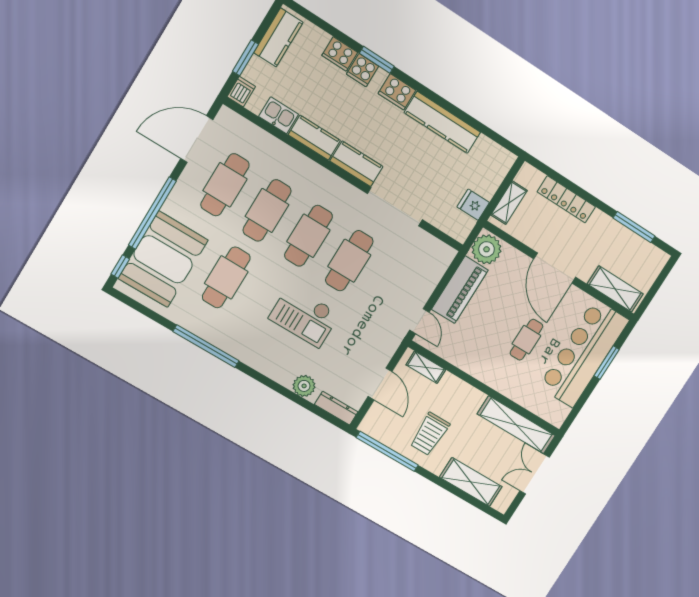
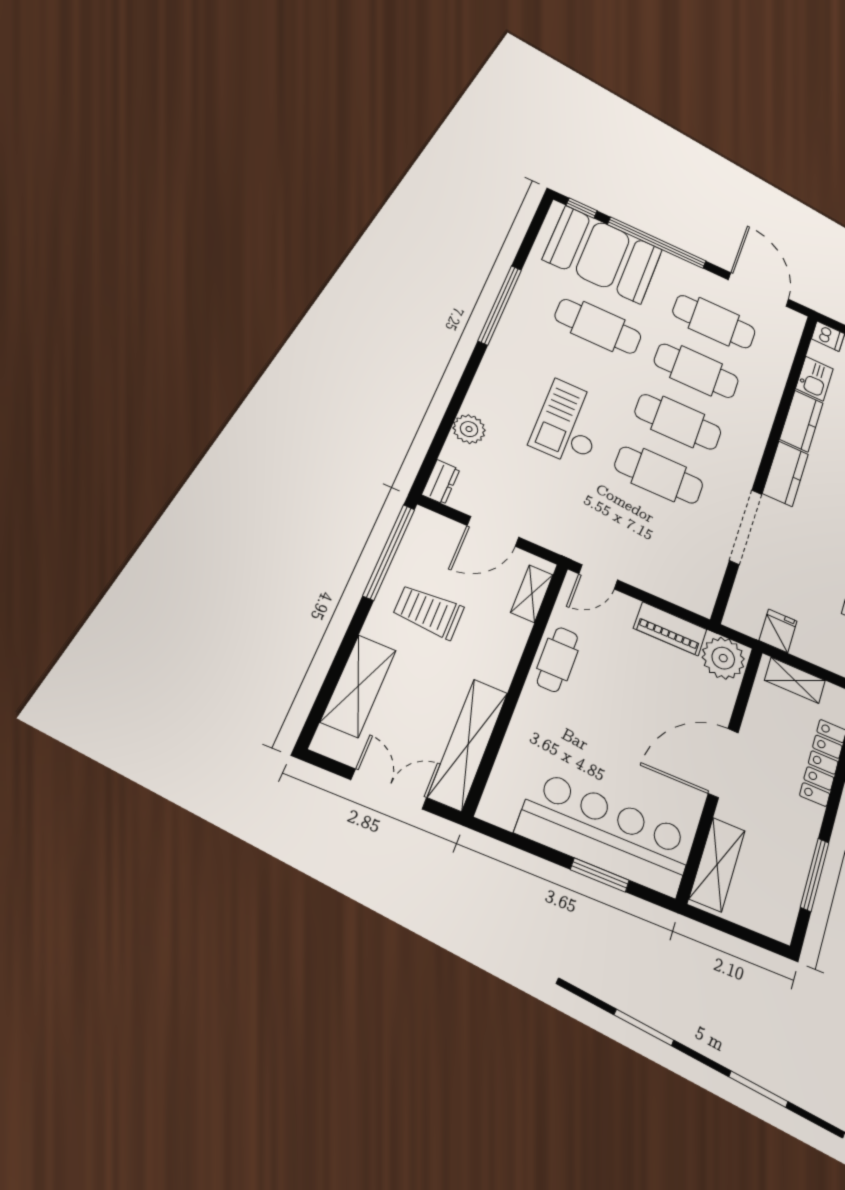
piano: (460, 290) -> (670, 629), width x0.73, depth x0.75
cafe table: (526, 340) -> (557, 659), moved, turned 90
dresser: (336, 408) -> (441, 482), width x0.70

